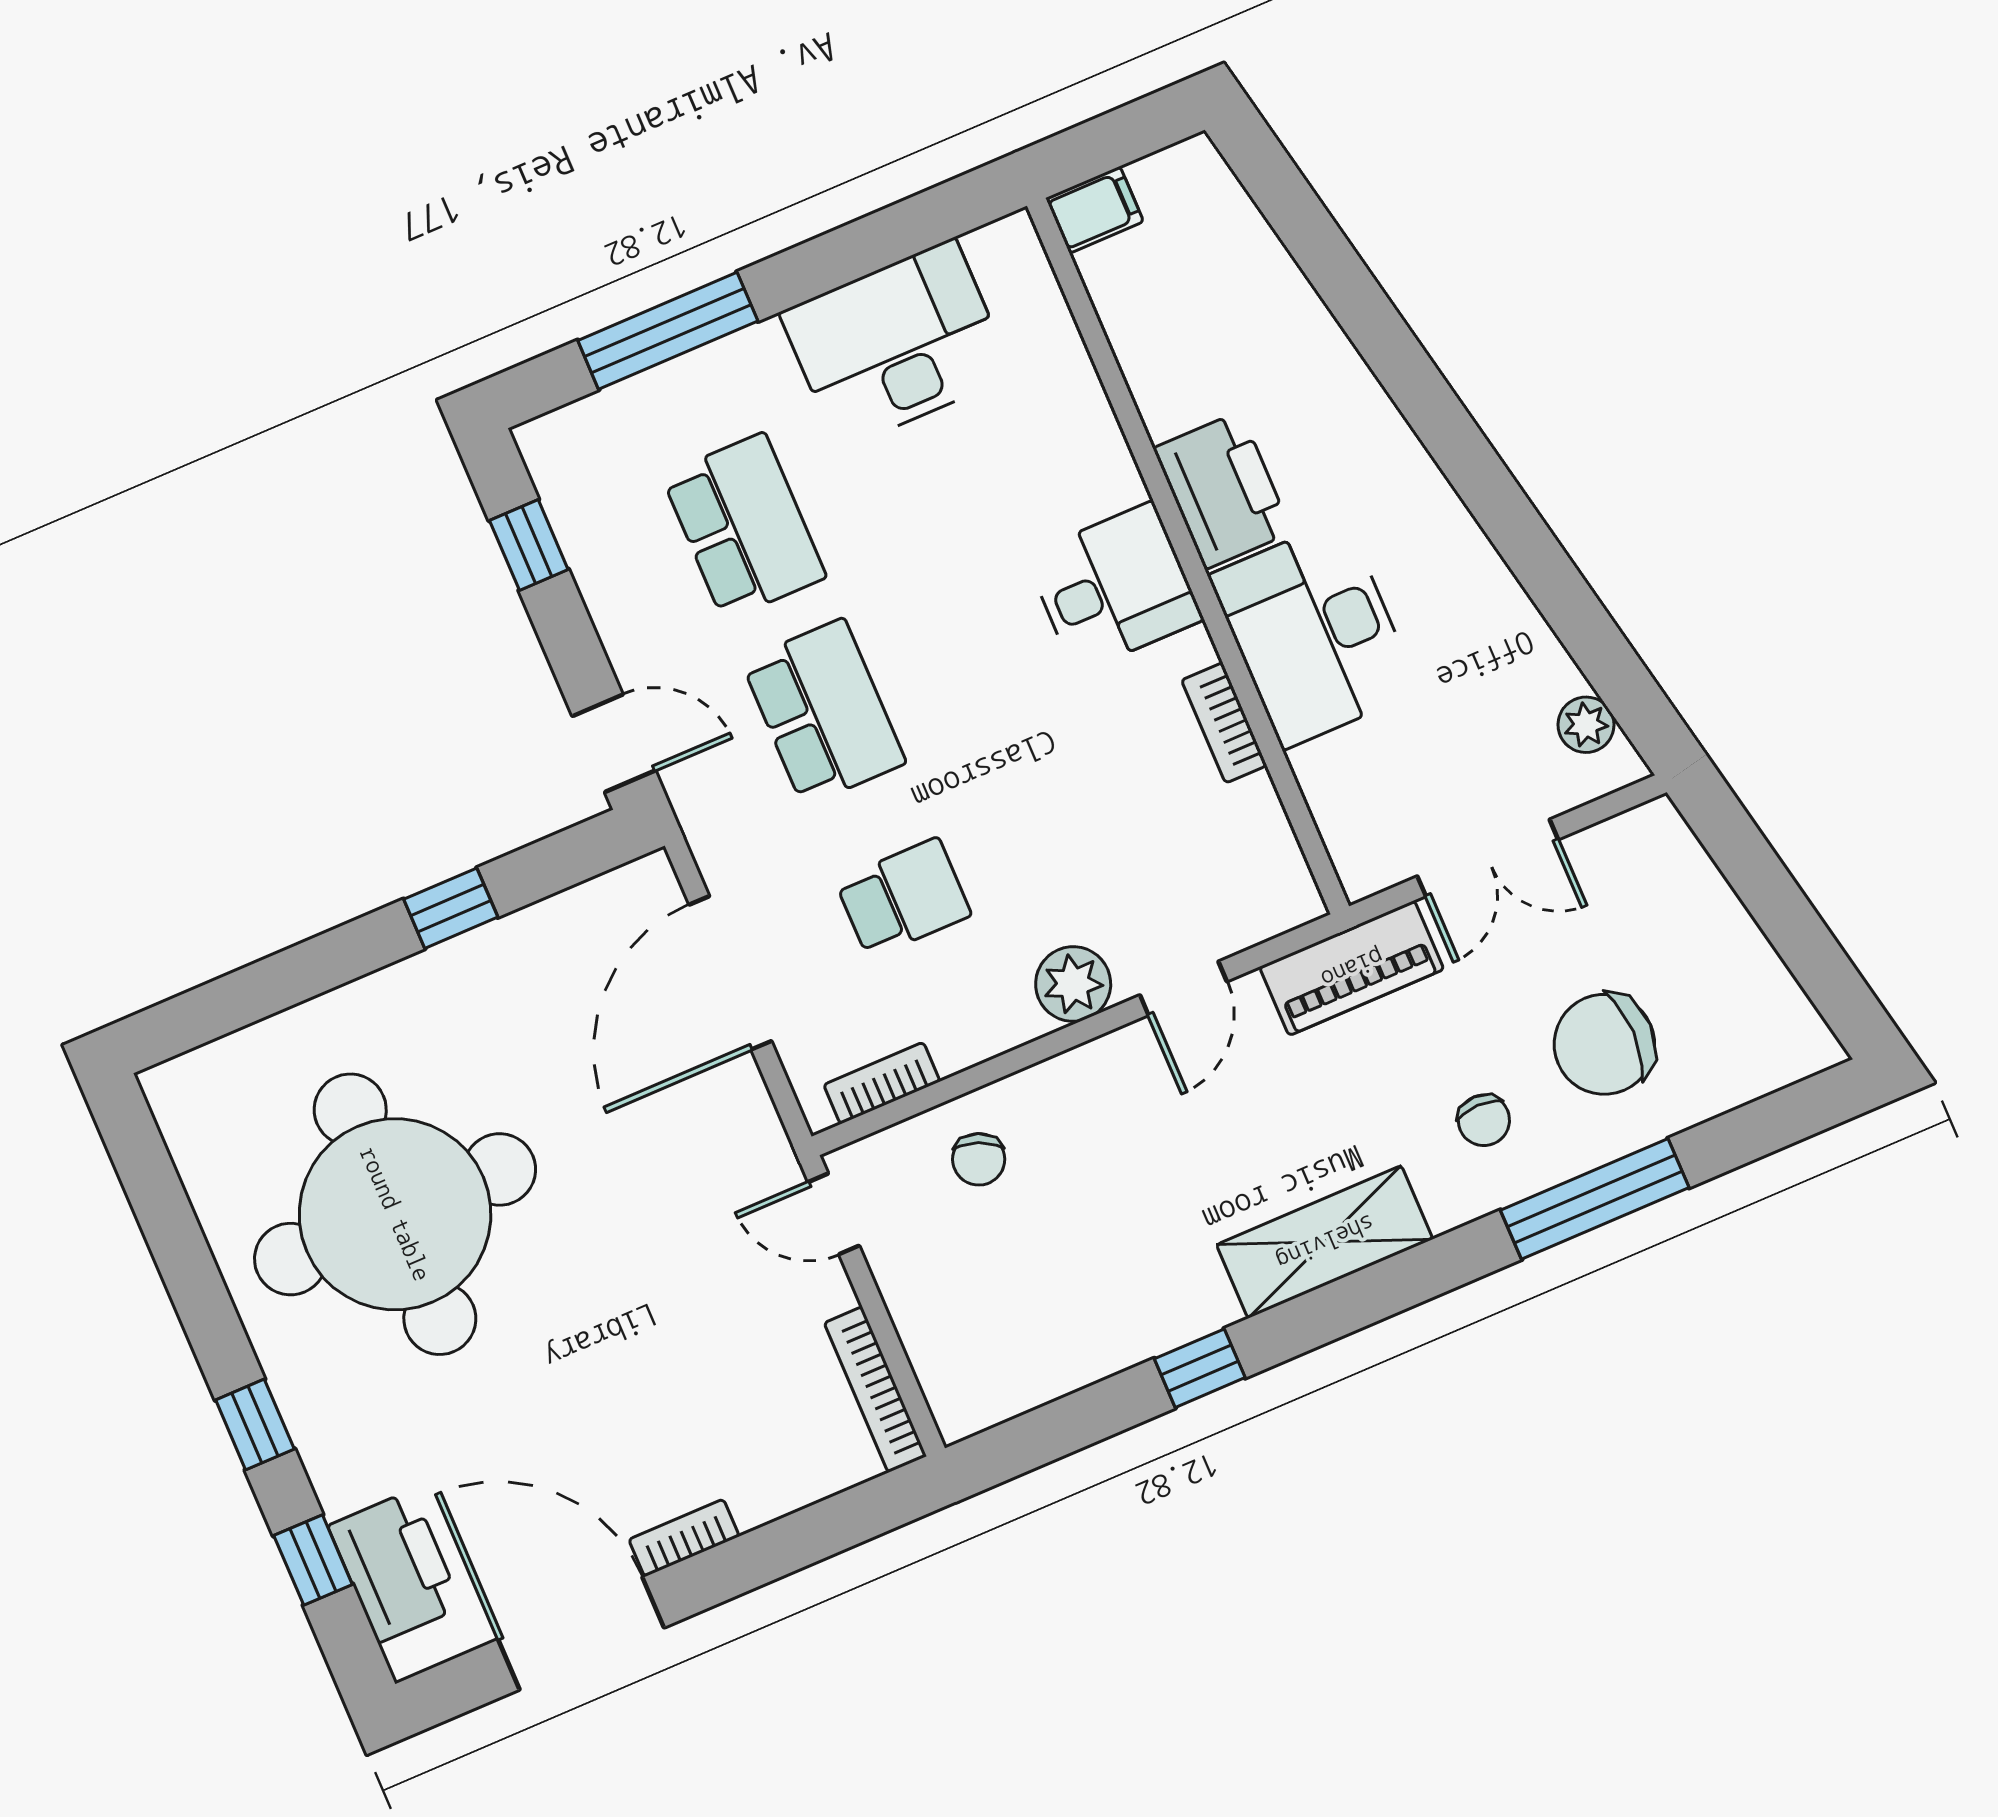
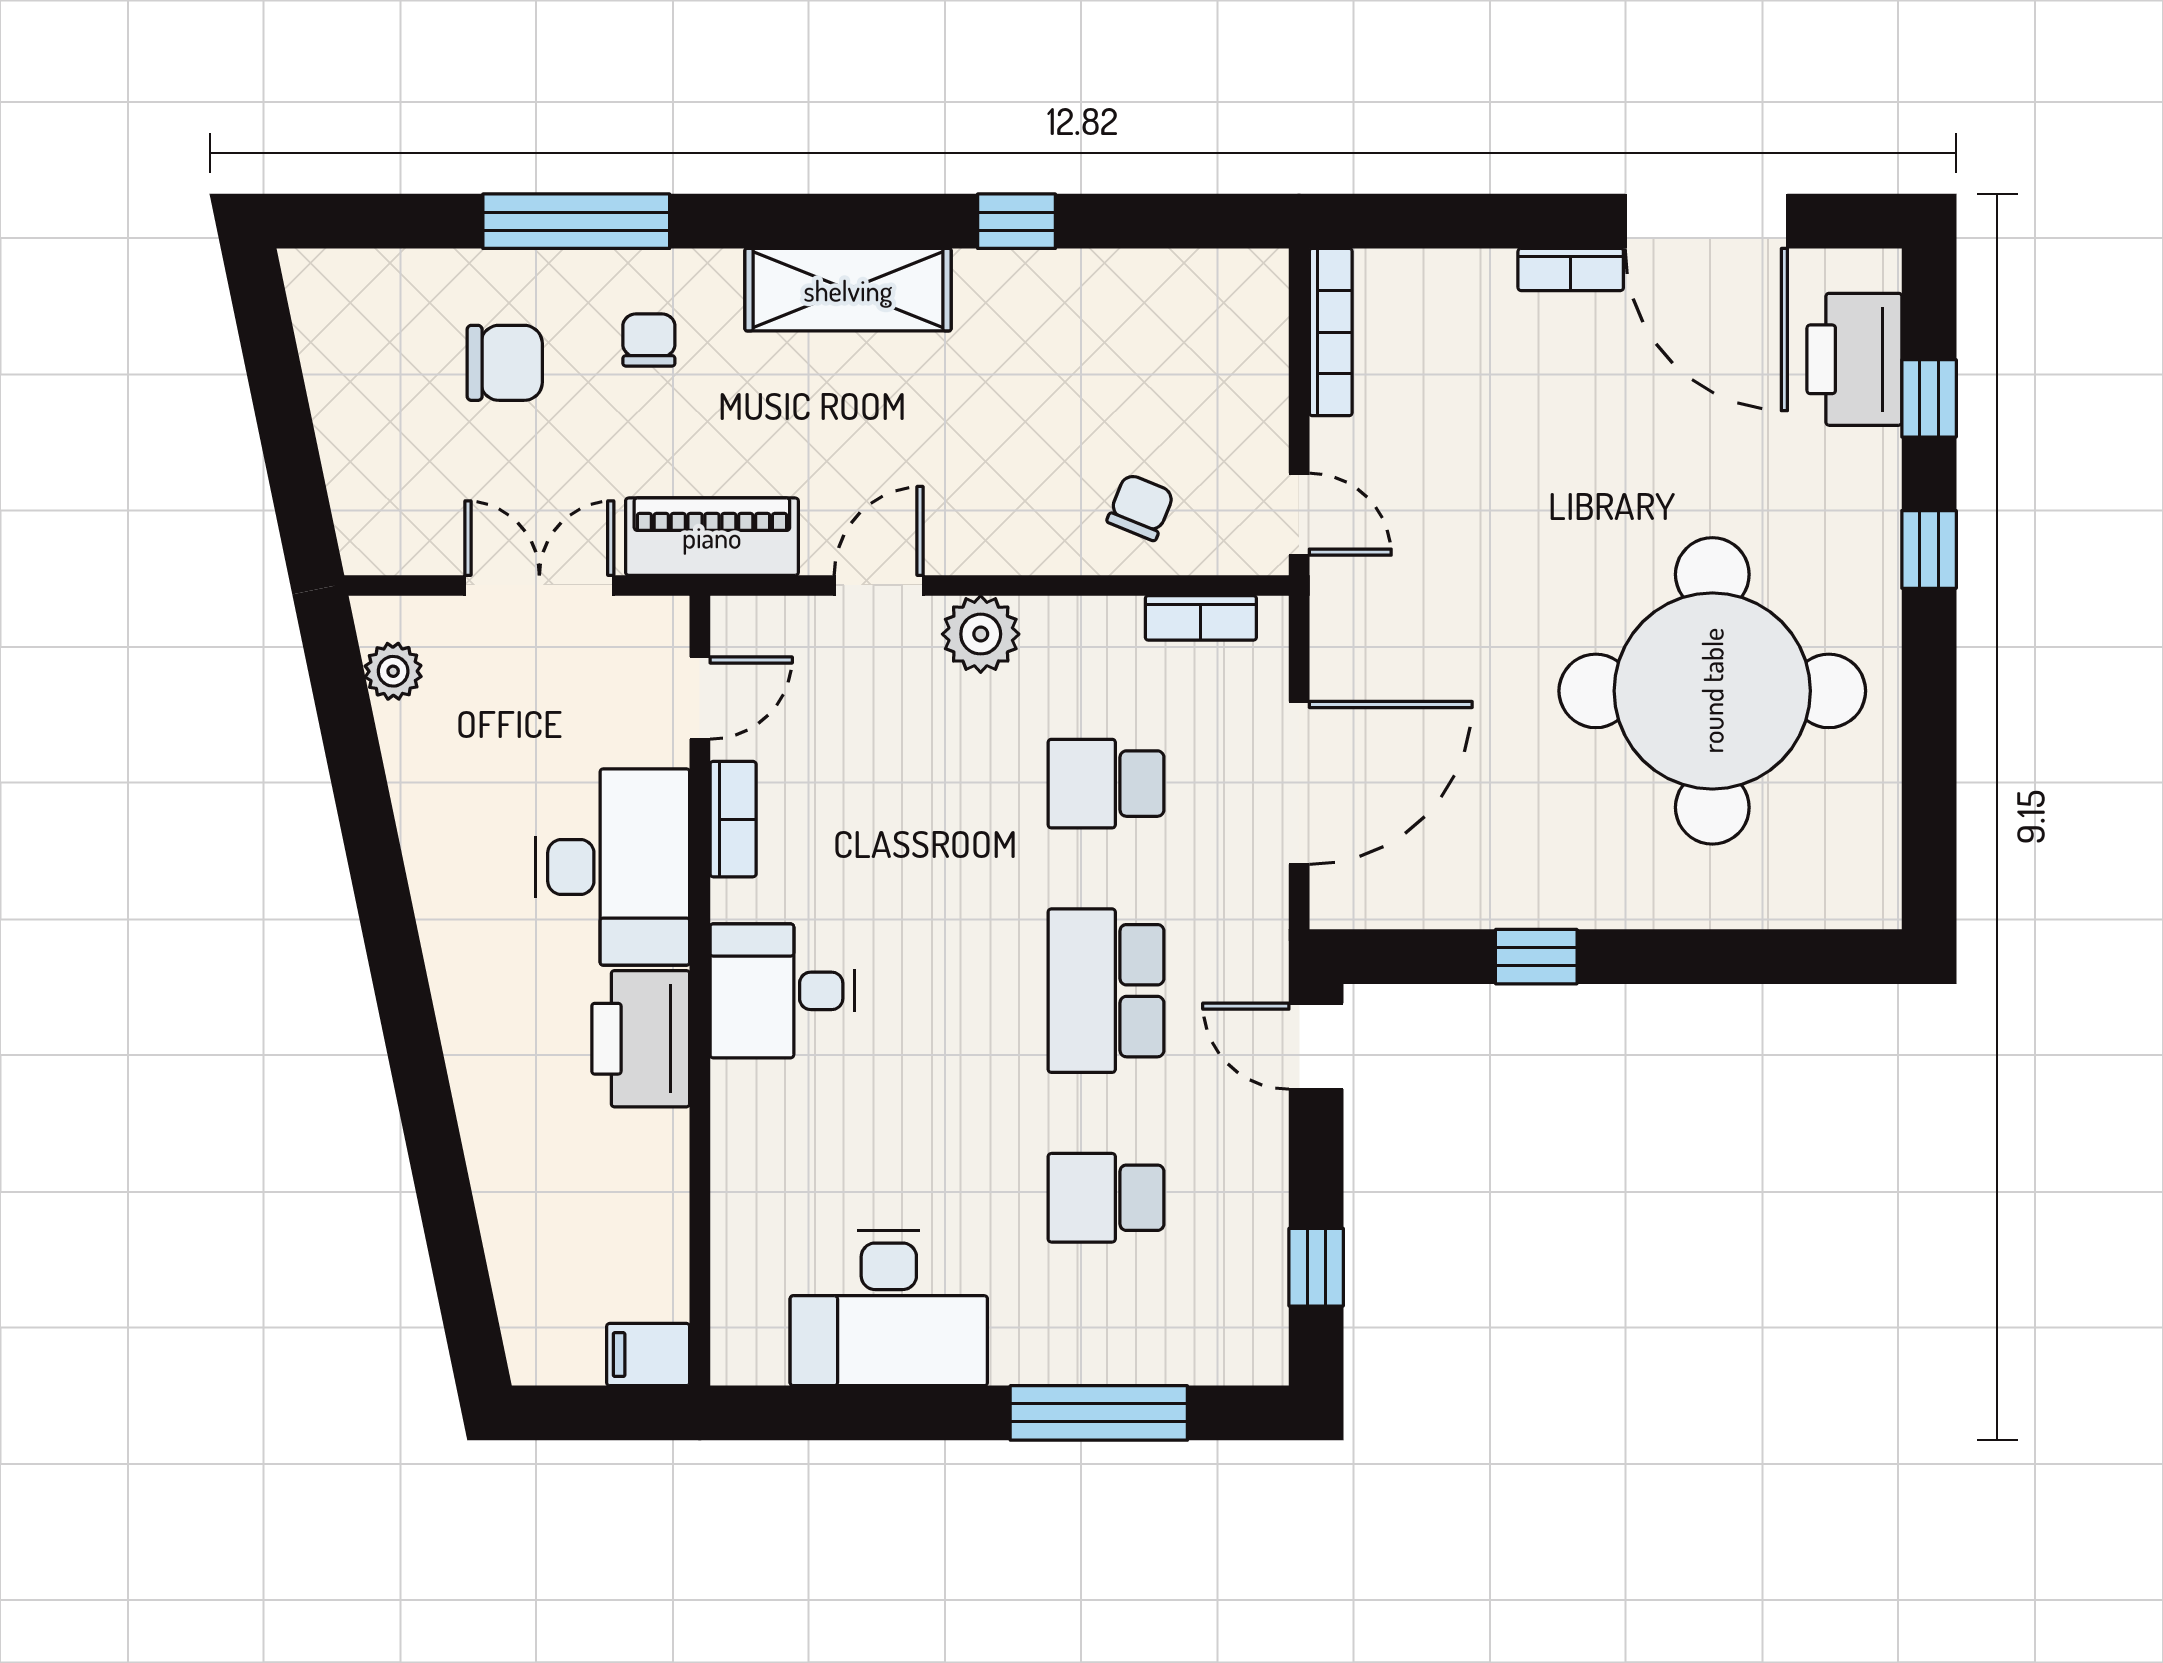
school desk: (744, 527) -> (1106, 1198), width x0.54
door: (1301, 819) -> (700, 698), added
chair: (1604, 1044) -> (505, 363), width x0.73, depth x0.73

